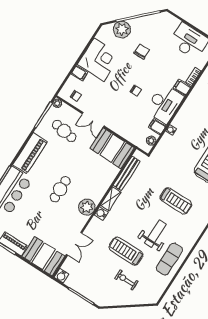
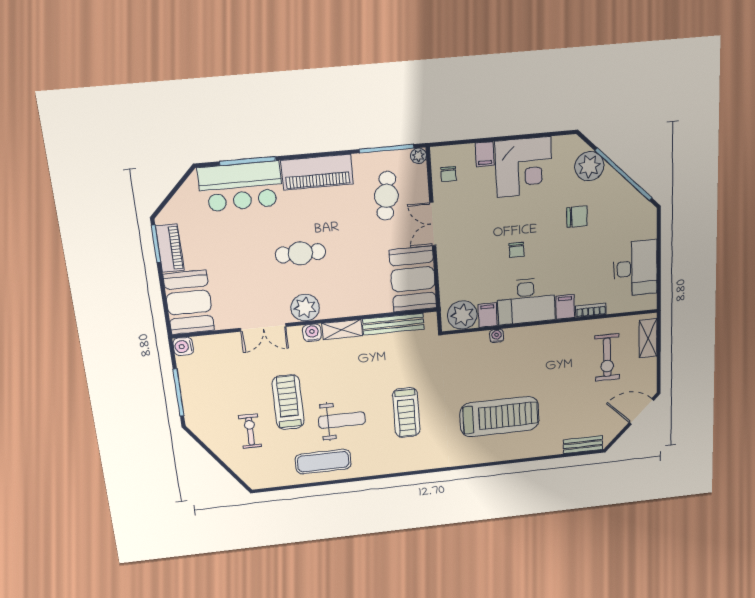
plant: (151, 141) -> (462, 315), width x1.88, depth x1.88
double door: (74, 244) -> (263, 327), moved

